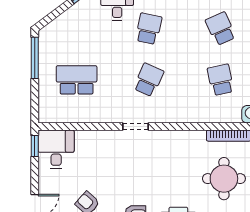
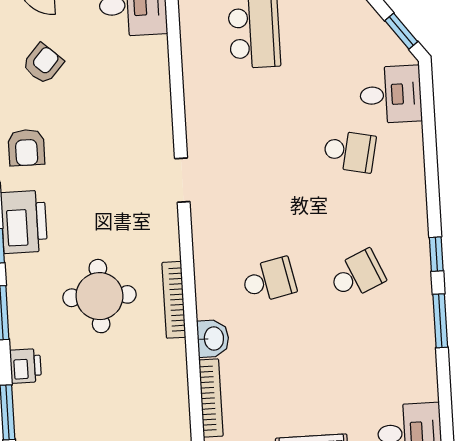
school desk: (149, 80) -> (262, 156), removed
doorway: (135, 127) -> (182, 180), moved

